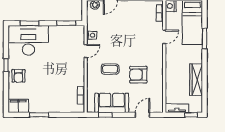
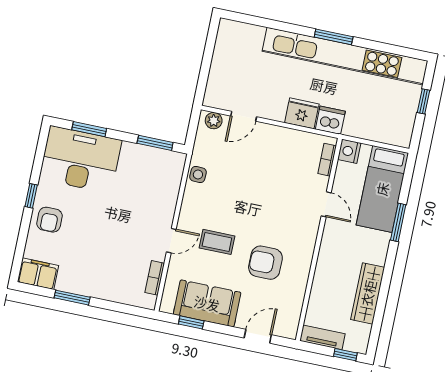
door: (164, 37) -> (326, 204), hinge flipped
door: (86, 51) -> (171, 241), moved

